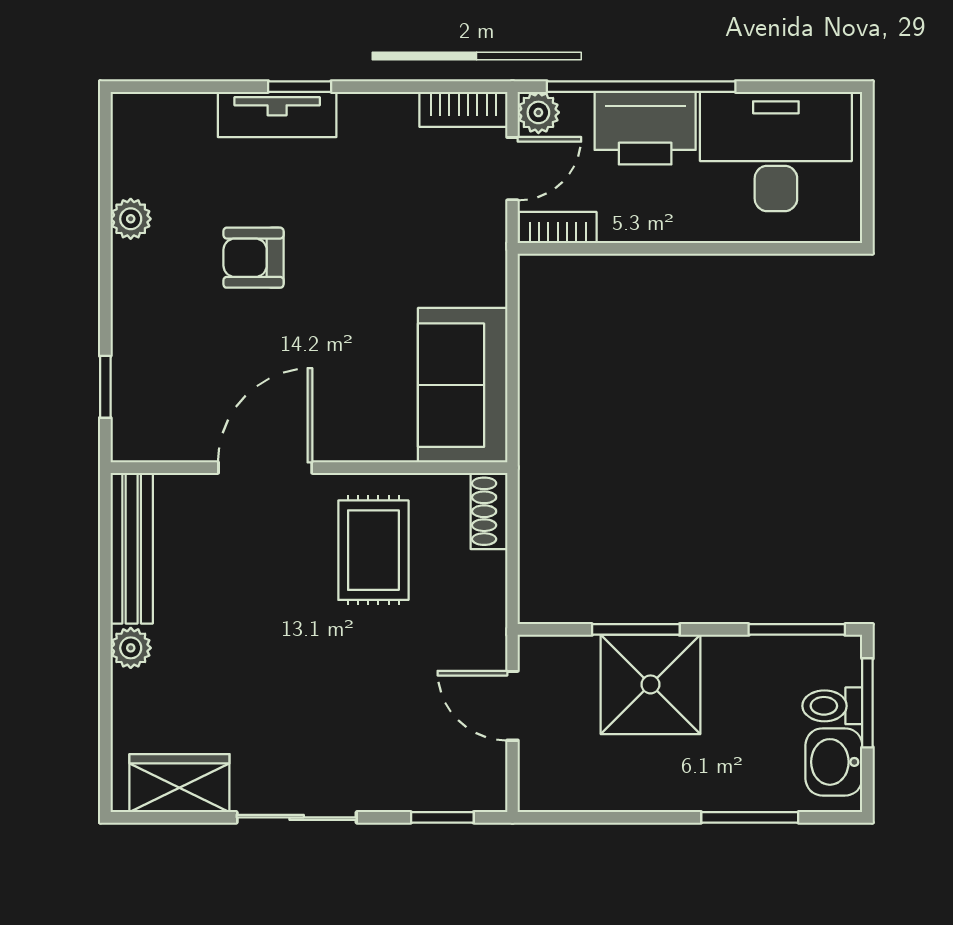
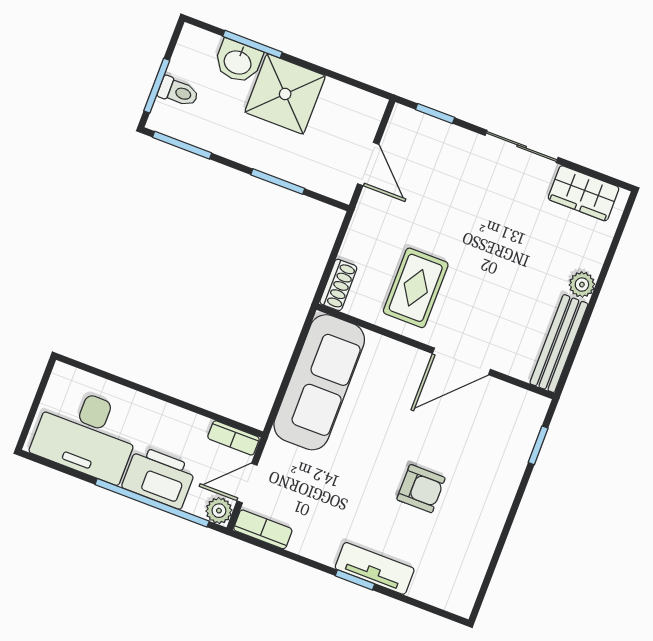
plant: (131, 219) -> (485, 539), removed
sofa: (463, 385) -> (319, 382), width x1.36
shower: (650, 684) -> (285, 94), moved
washbasin: (834, 762) -> (238, 62), moved, turned 90

